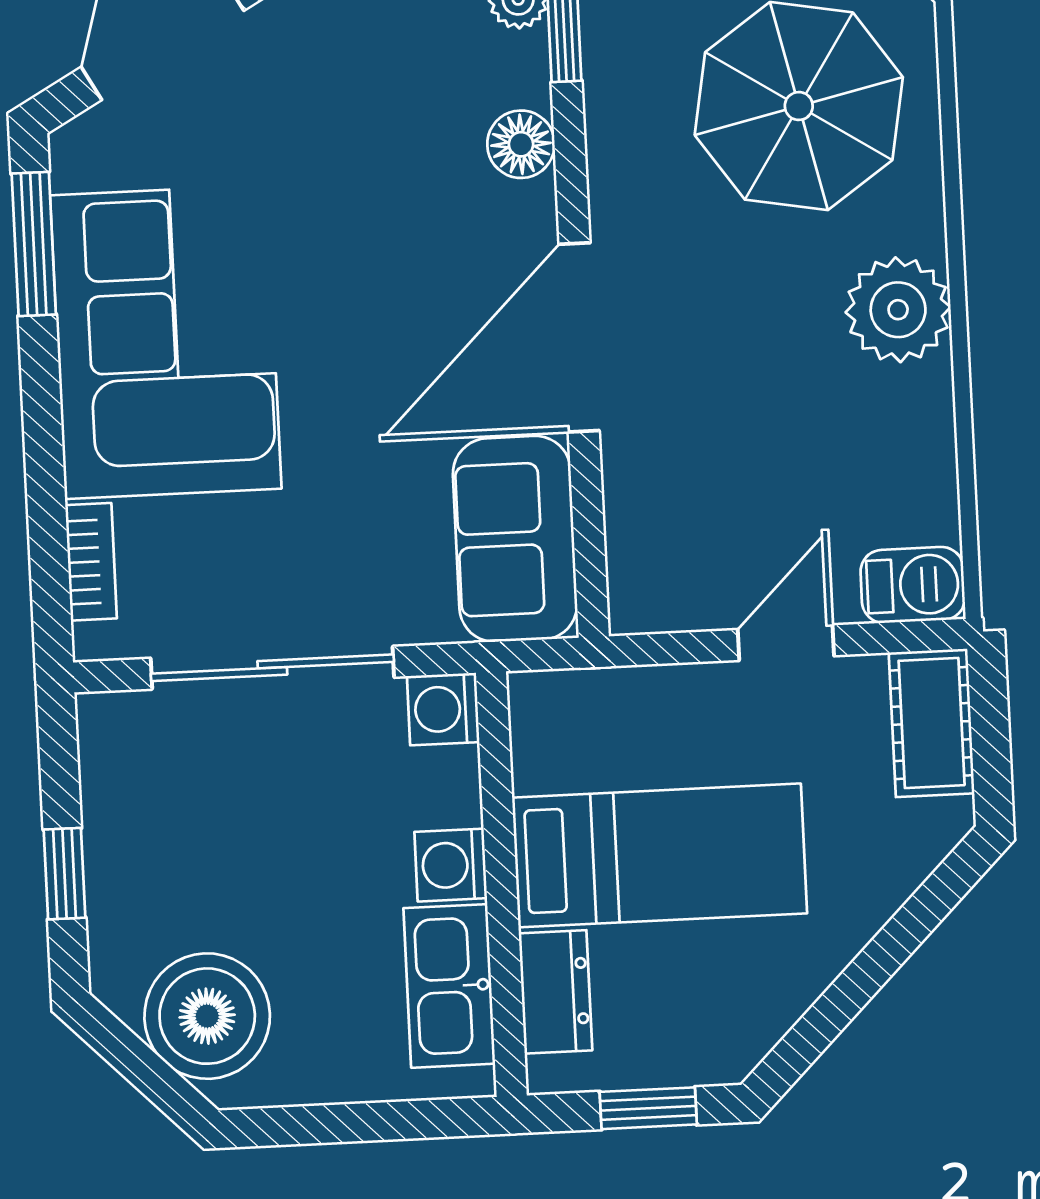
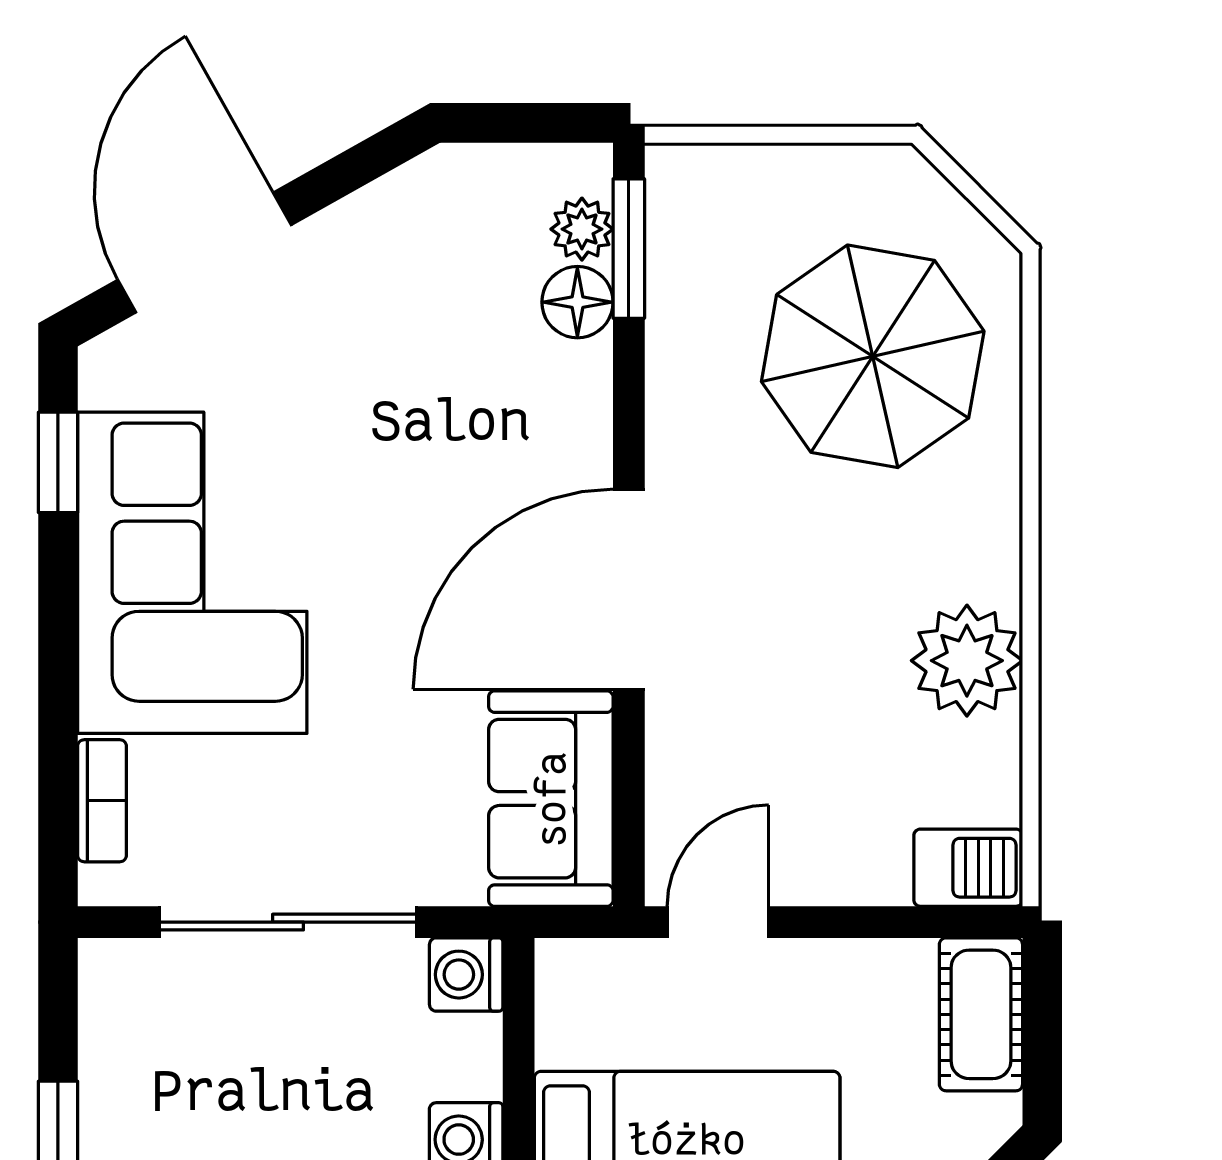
floor lamp: (521, 144) -> (577, 302), moved
window: (34, 244) -> (58, 462), width x0.67
plant: (898, 310) -> (967, 661), moved
door: (786, 643) -> (718, 922), moved

